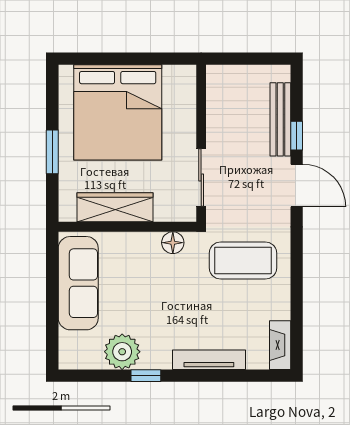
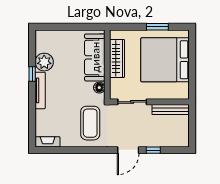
bench: (280, 119) -> (171, 110), moved
window: (52, 152) -> (157, 27), moved
sofa: (78, 283) -> (95, 57), moved, turned 90
tv unit: (209, 360) -> (40, 90), moved

